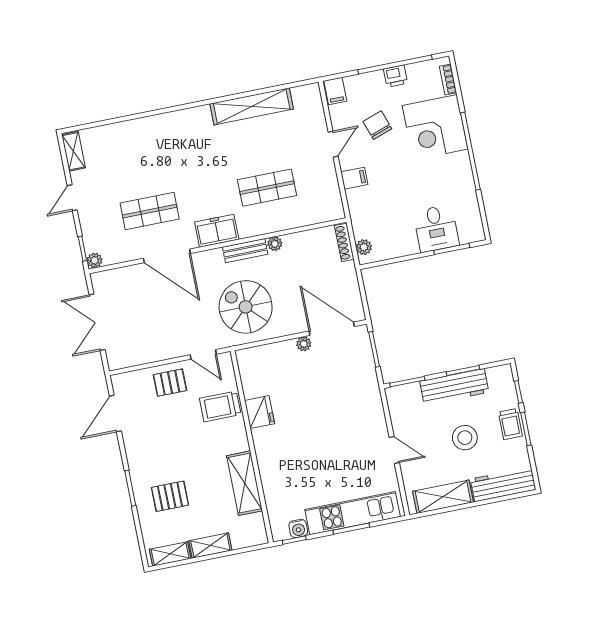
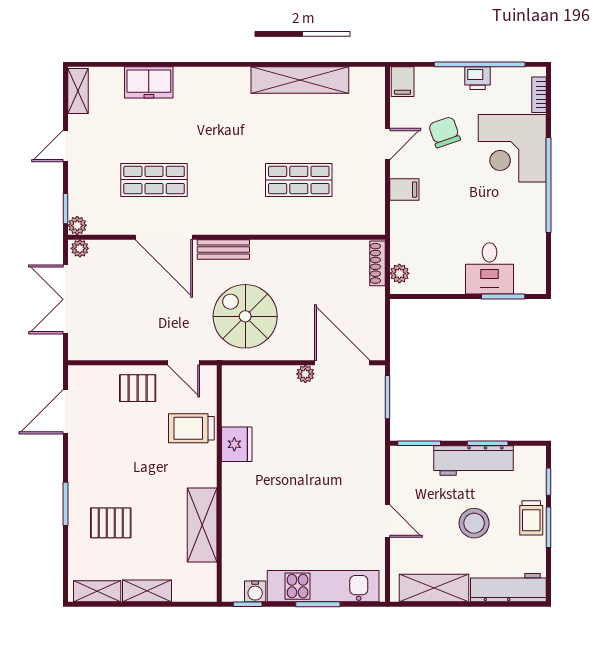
freezer: (217, 231) -> (149, 82), moved, turned 180
plant: (275, 244) -> (80, 248), moved
bench: (245, 251) -> (223, 249), moved

